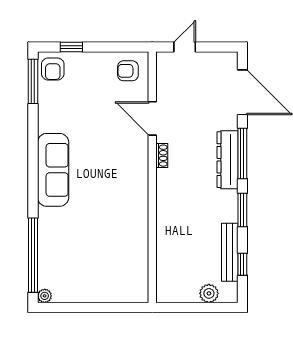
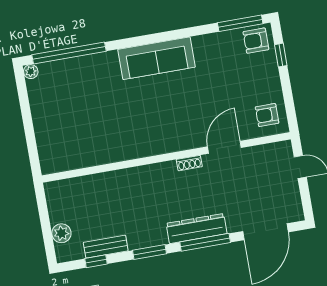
armchair: (128, 71) -> (267, 115), turned -90
bench: (230, 252) -> (106, 247), width x0.73

